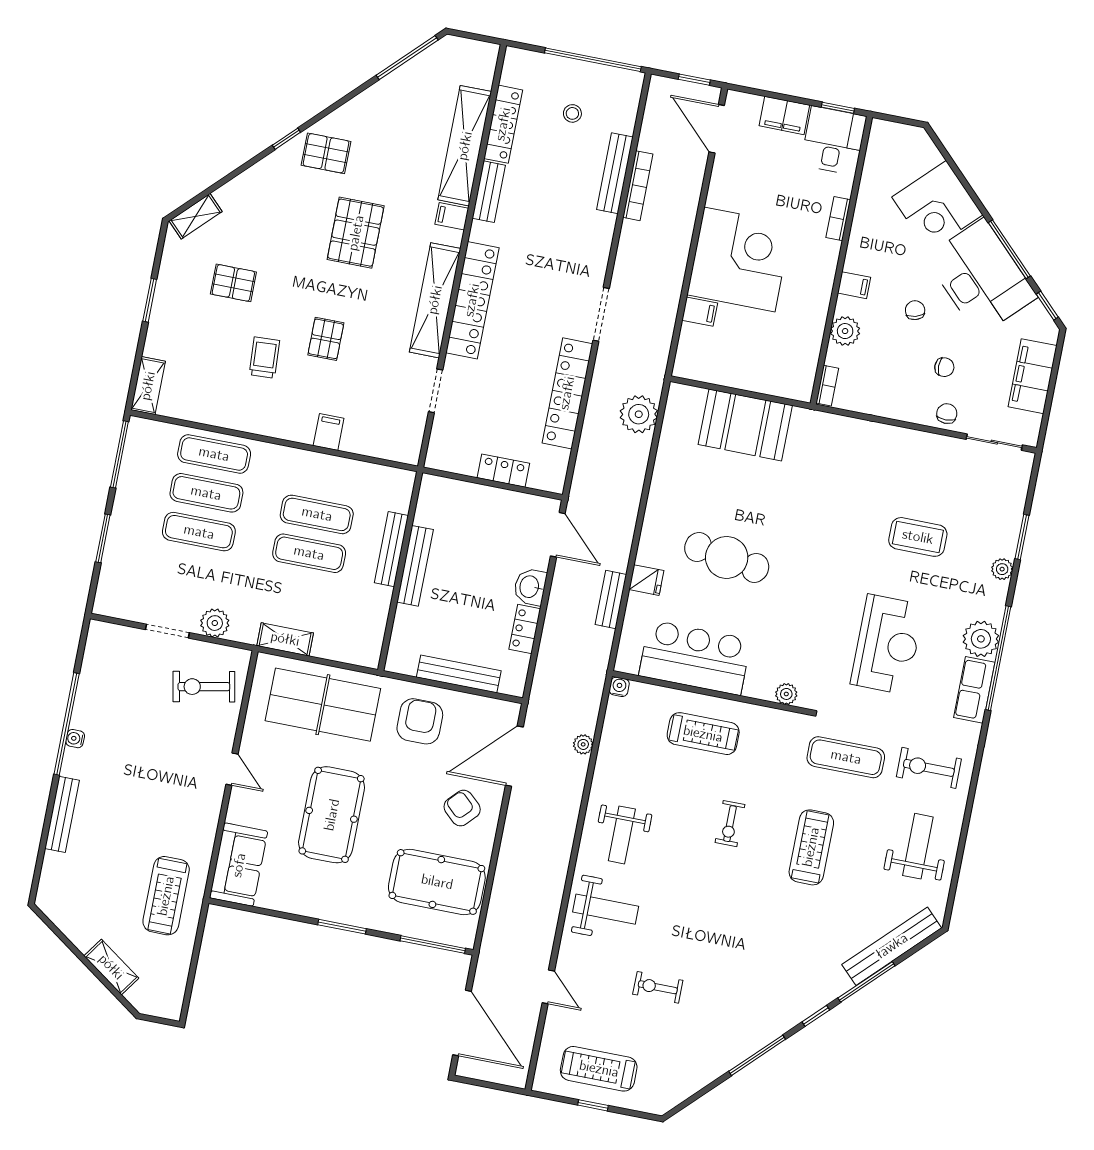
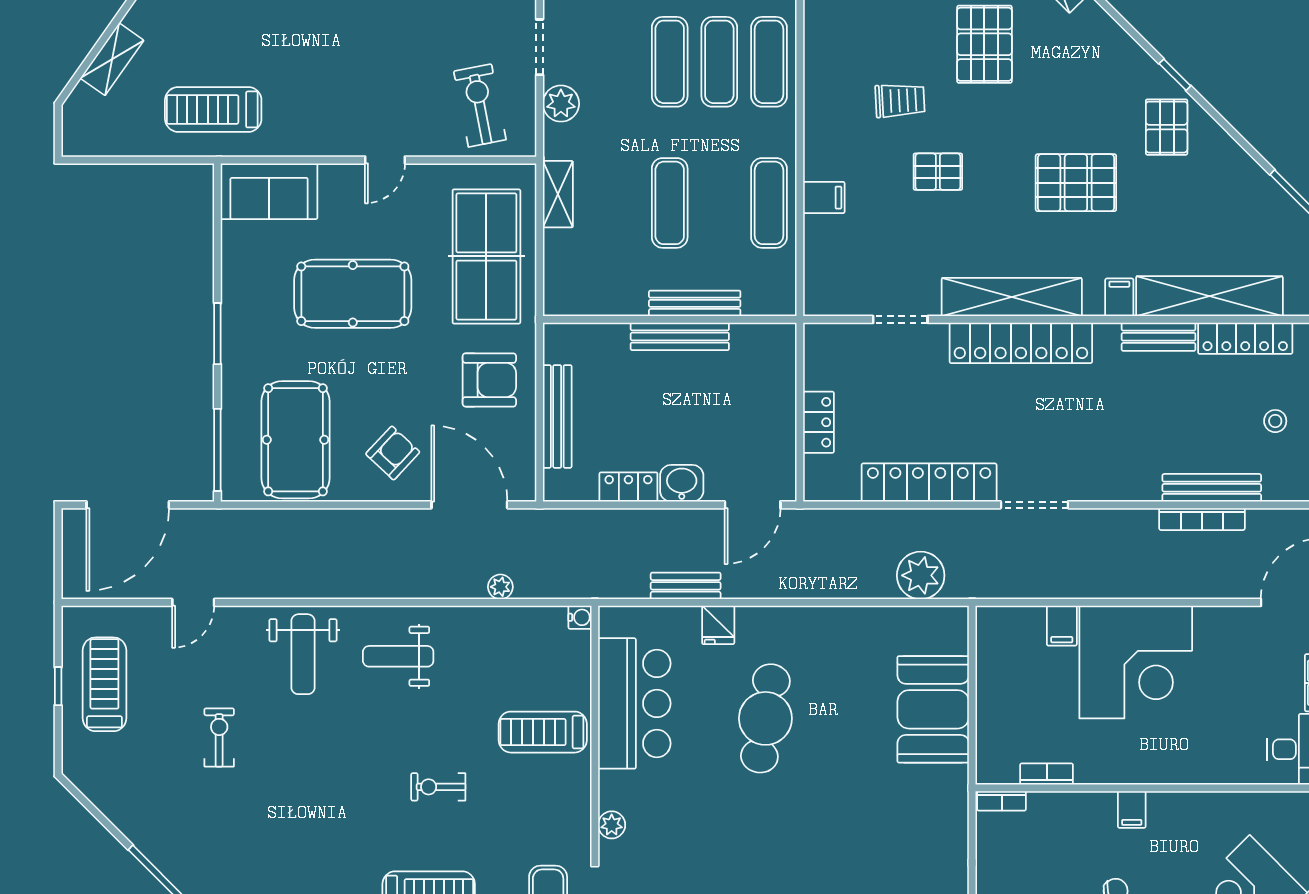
bookcase: (838, 219) -> (1047, 774), moved
pallet: (233, 283) -> (984, 44), width x1.50, depth x1.42
plant: (845, 331) -> (1073, 810), removed
exercise mat: (317, 514) -> (769, 203), moved
treadmill: (703, 734) -> (543, 732), turned 90

